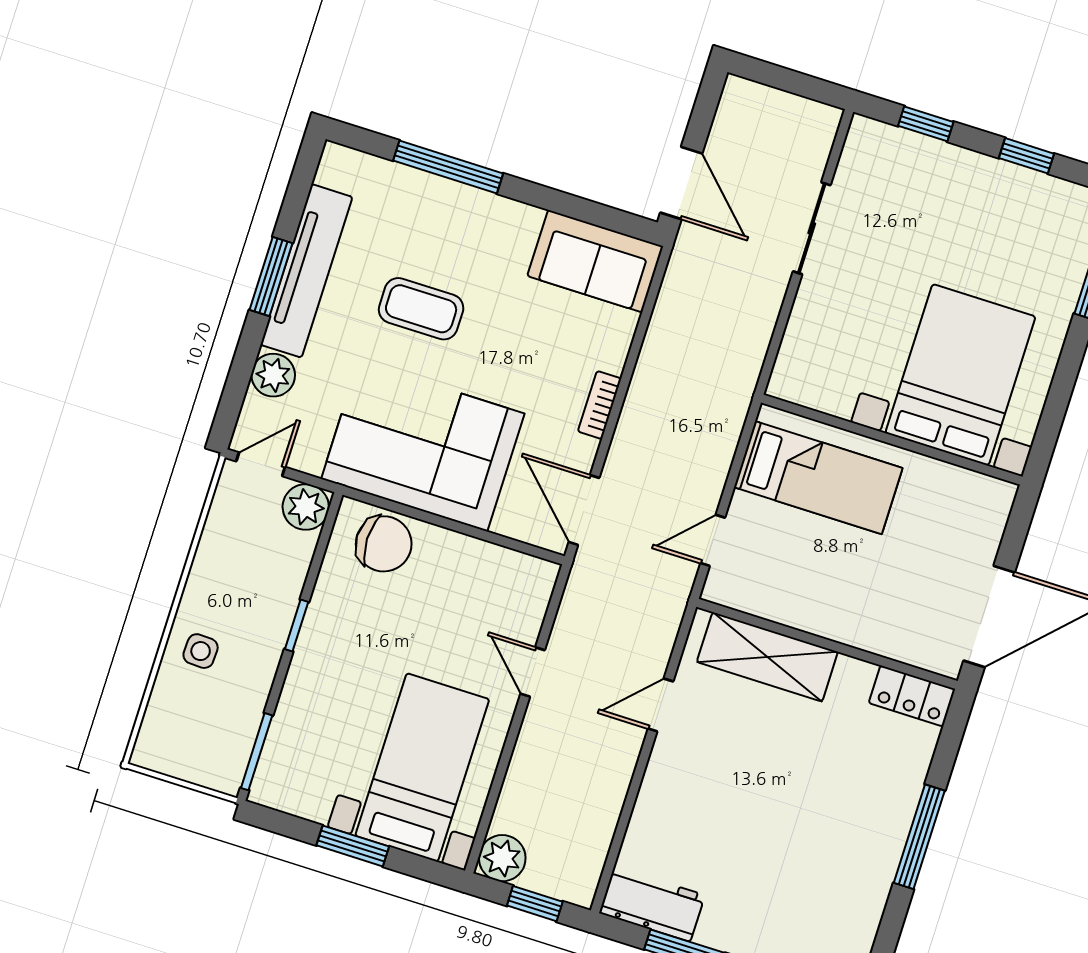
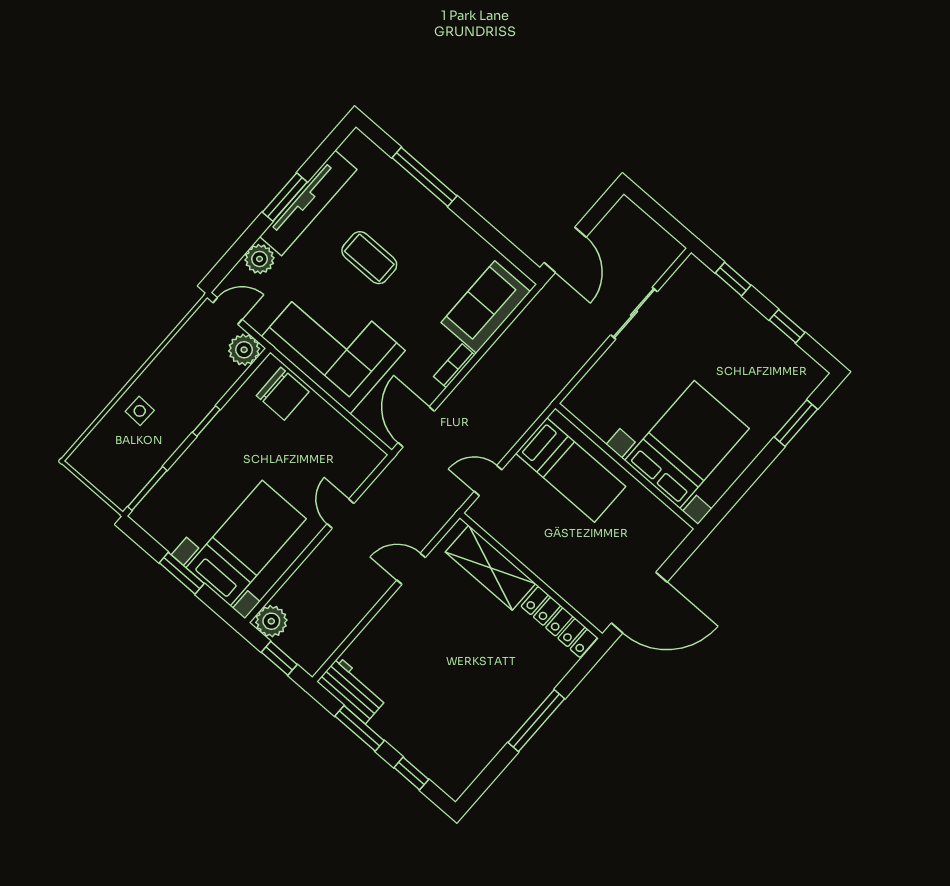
sofa: (595, 261) -> (486, 307), moved, turned 90
locker: (912, 696) -> (559, 622), width x1.53

